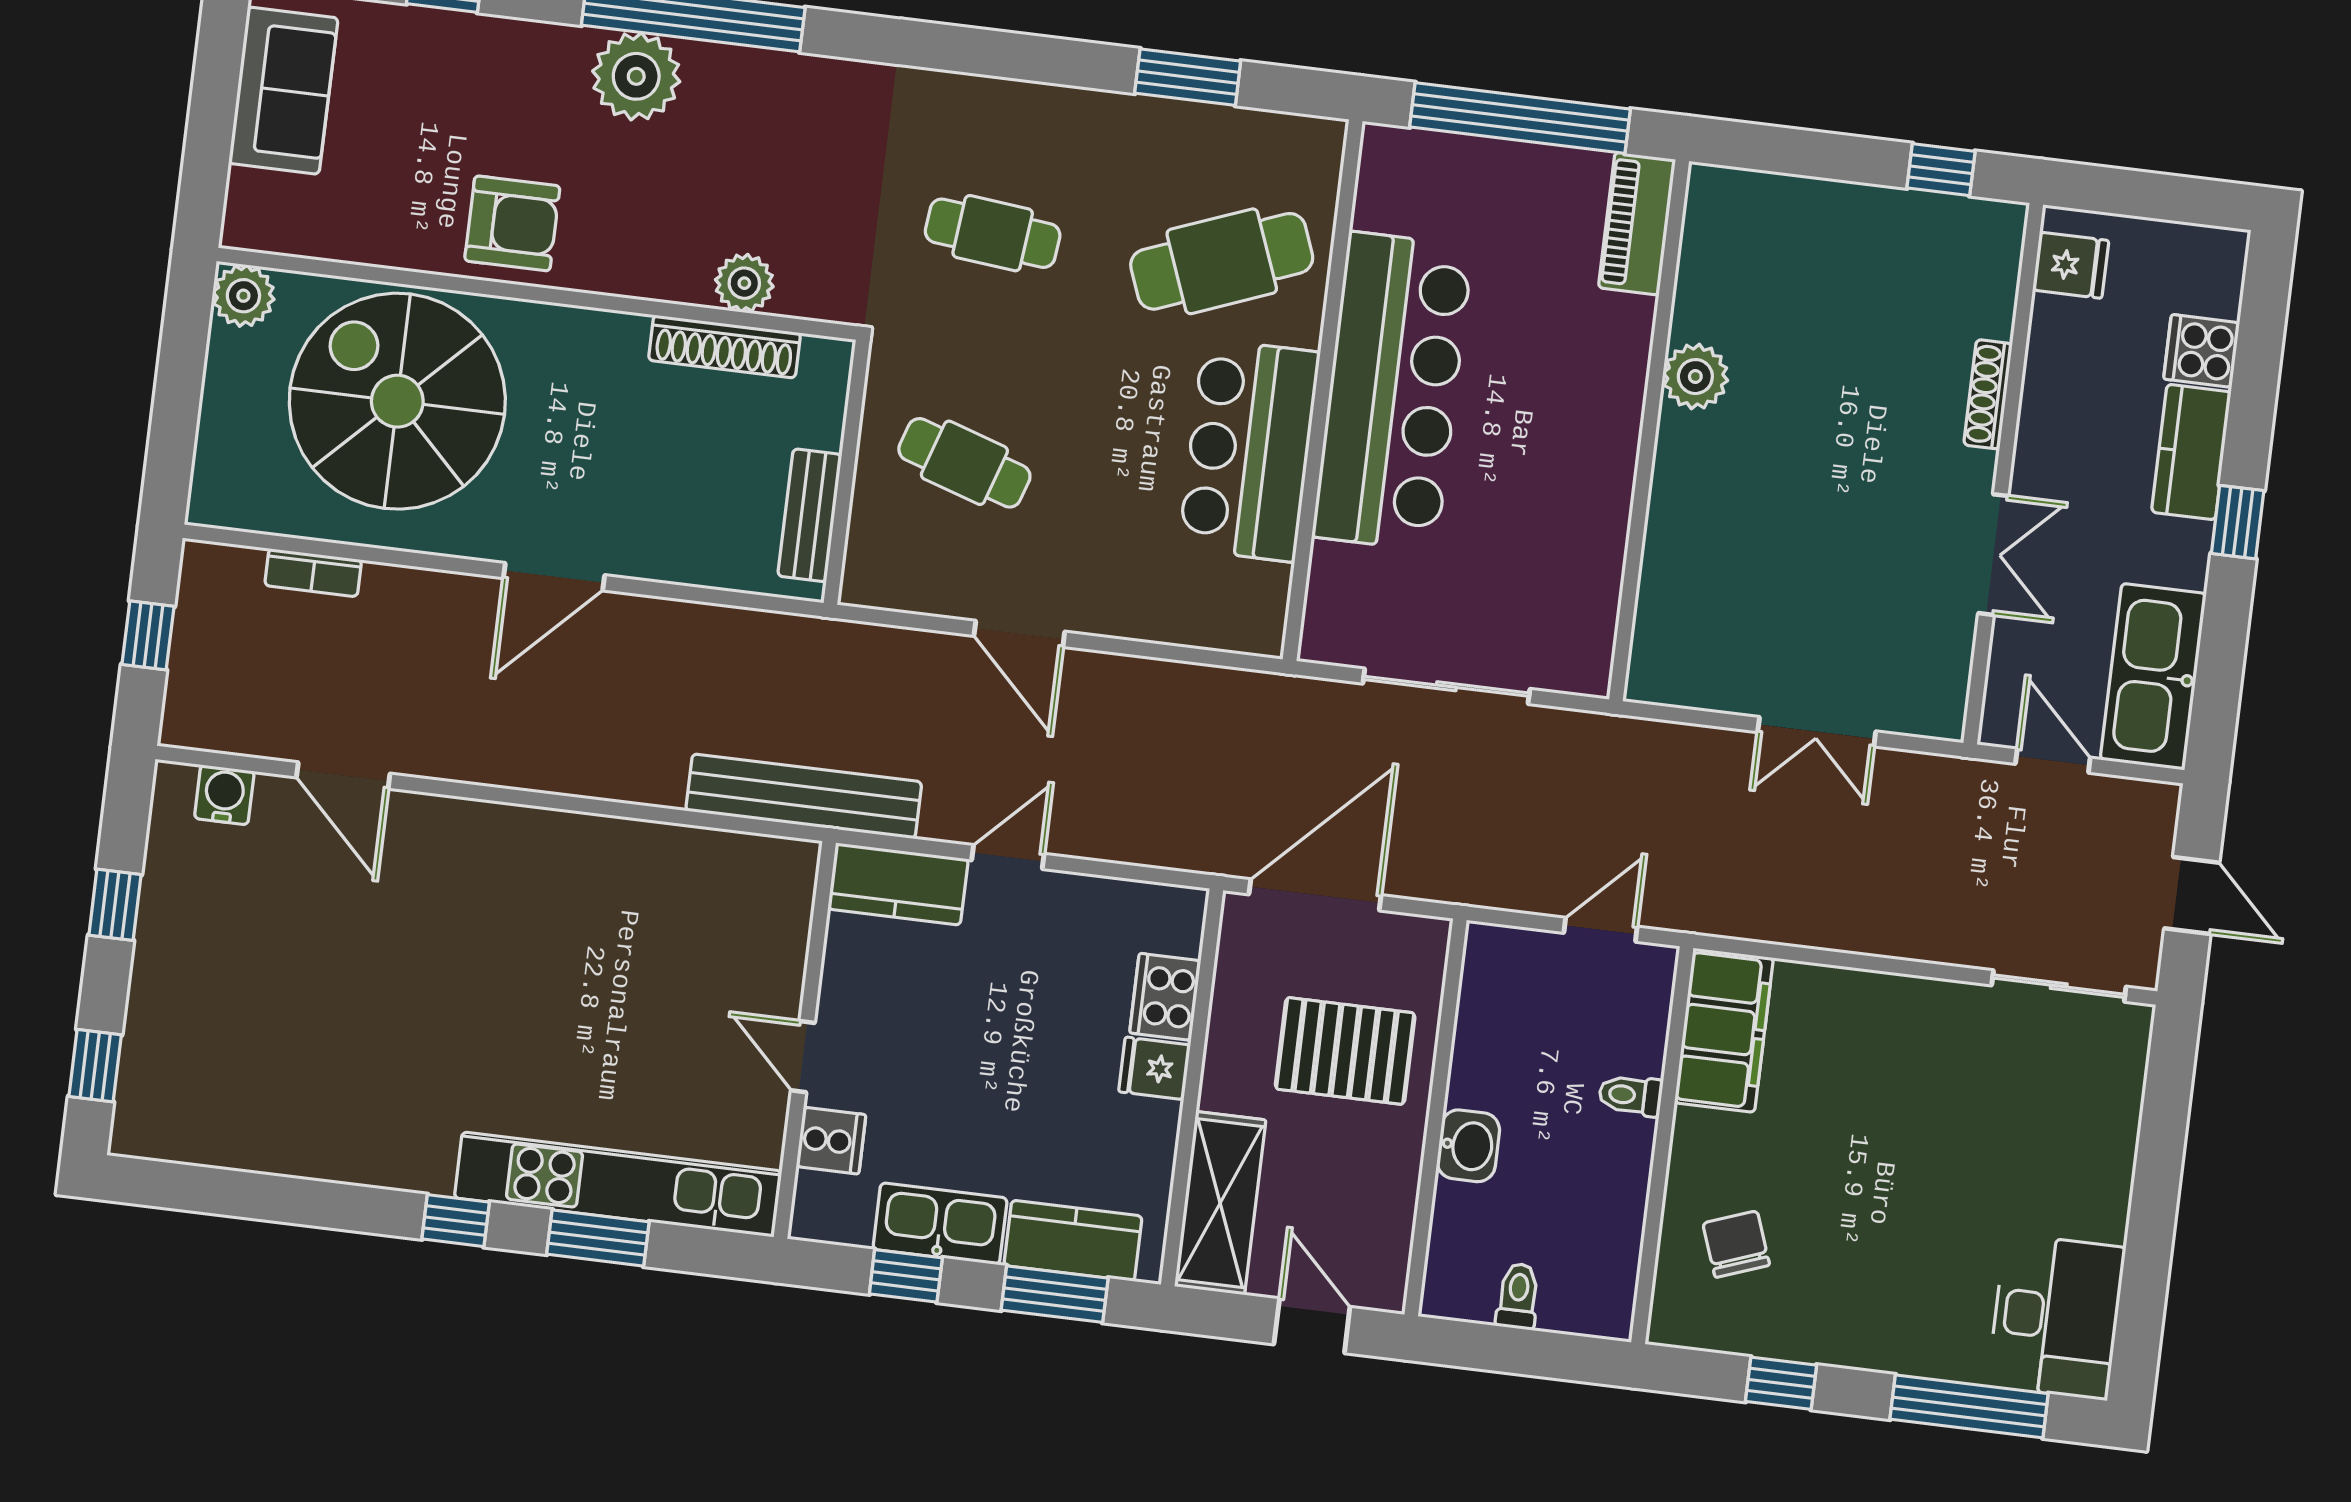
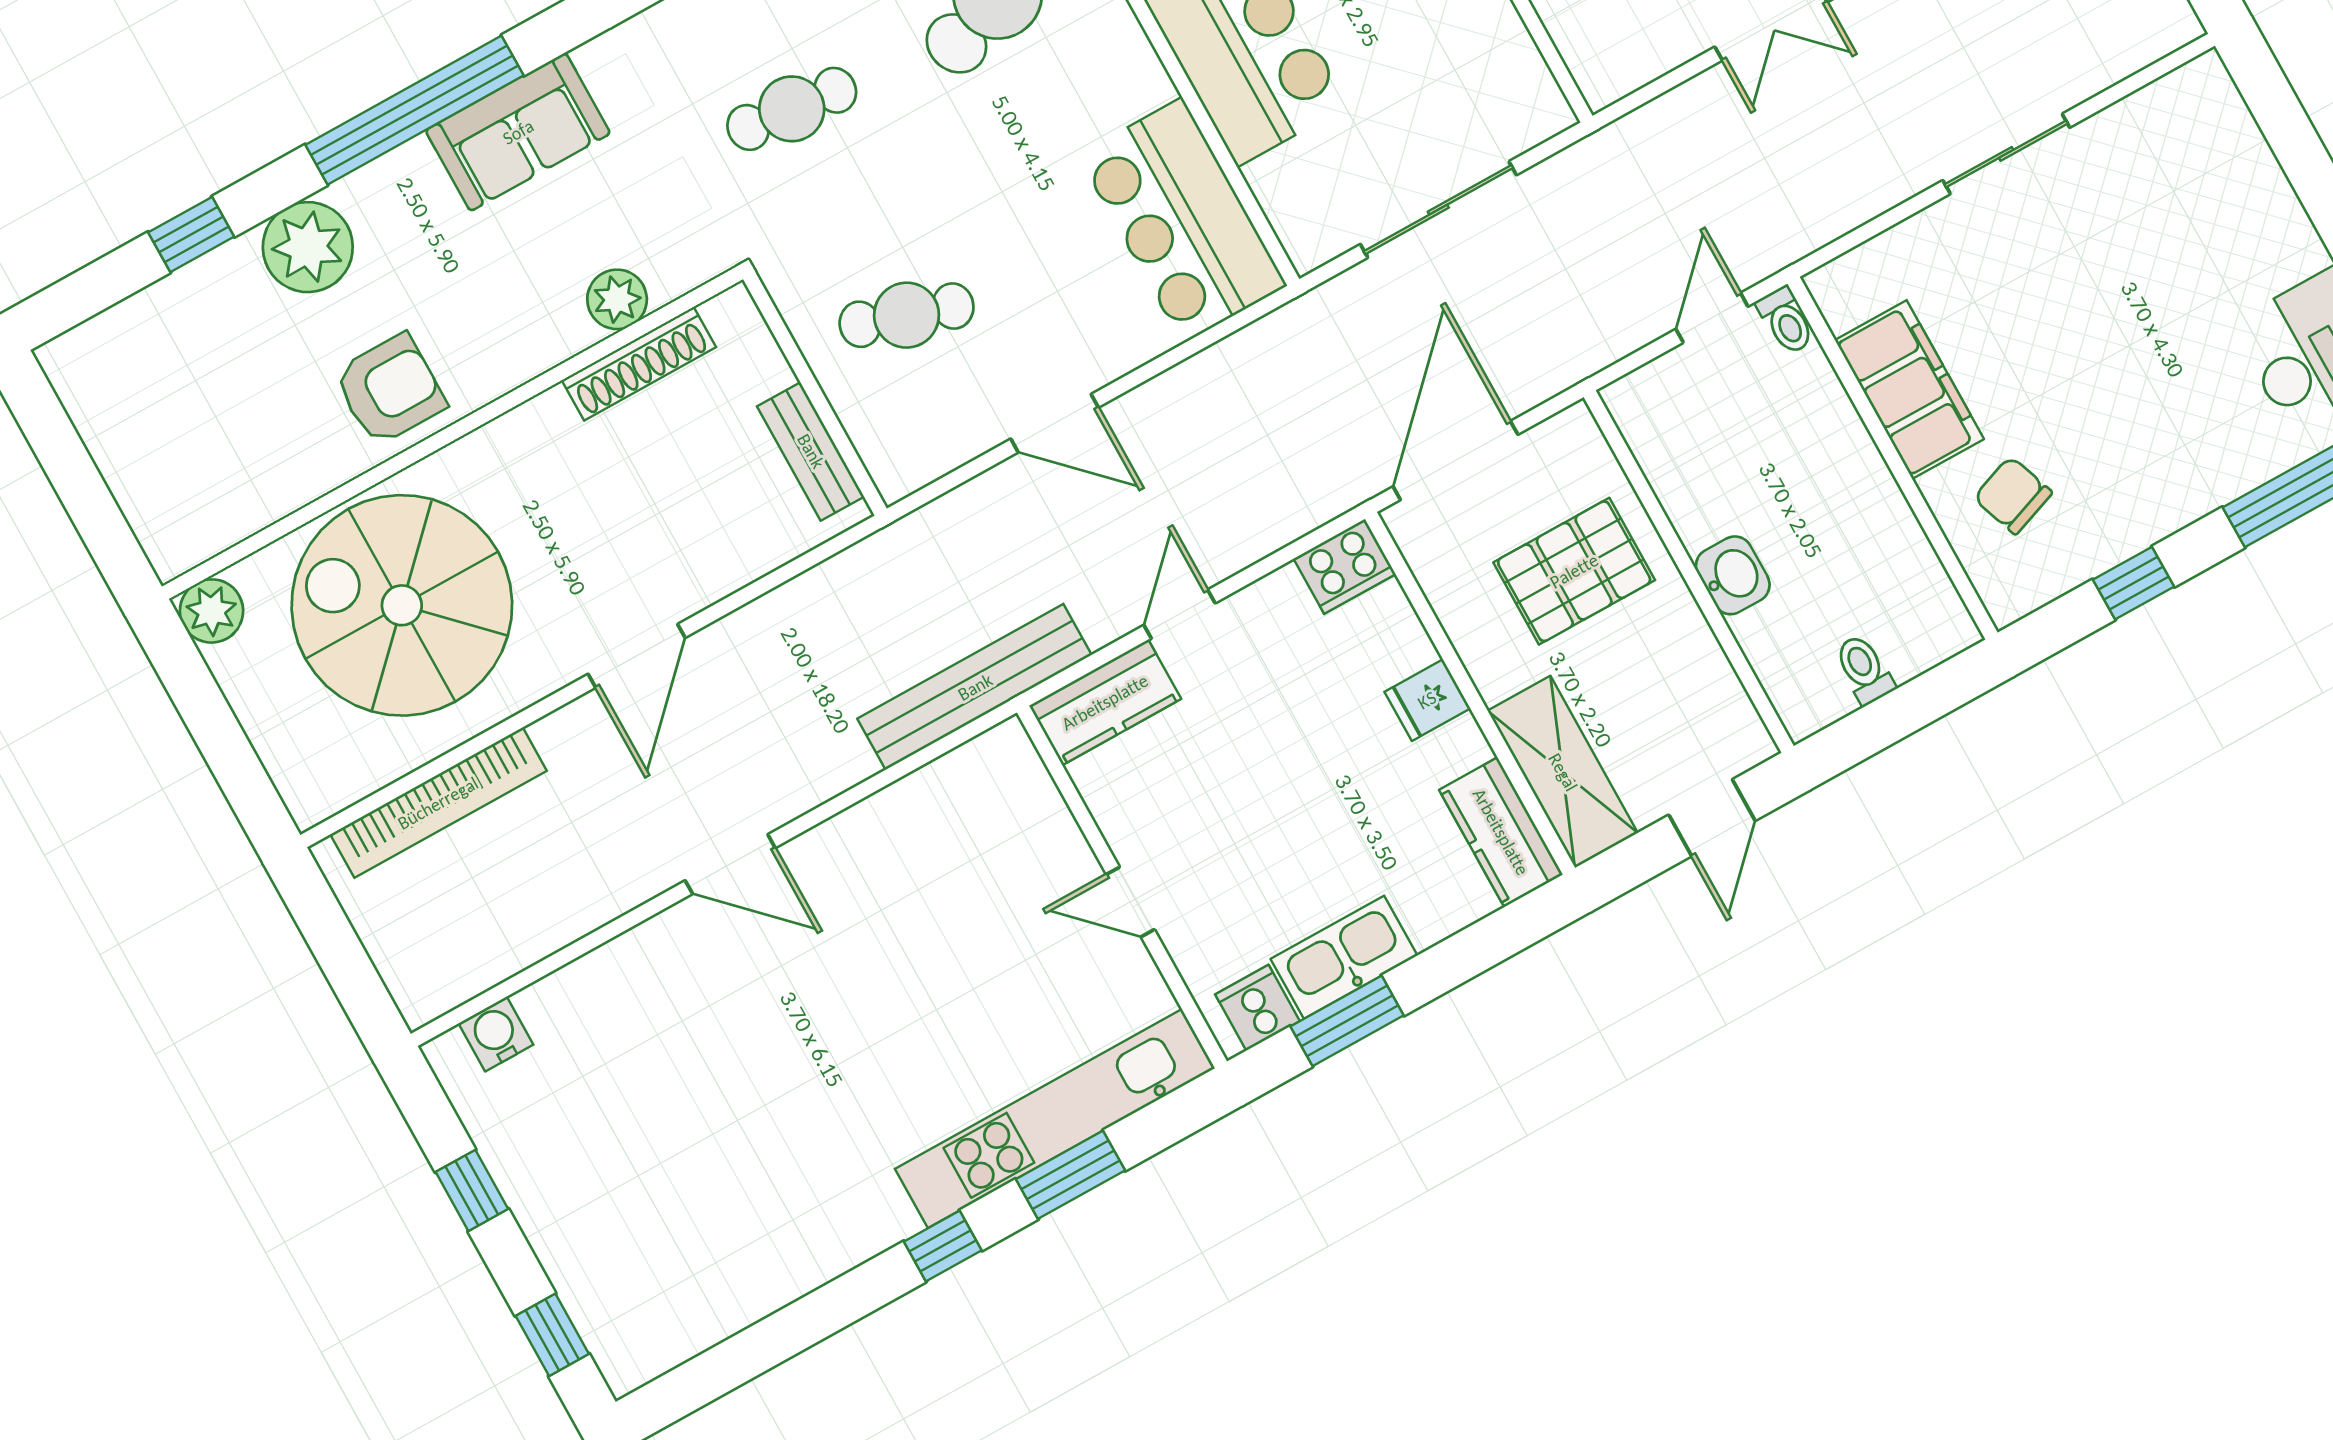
plant: (636, 76) -> (308, 247), moved
sofa: (283, 91) -> (518, 132), moved, turned 90
bar counter: (1249, 450) -> (1182, 220), moved
bookcase: (313, 573) -> (438, 803), width x2.31, depth x1.31
window: (148, 635) -> (337, 948), removed
door: (343, 775) -> (730, 864), moved
sliding door: (2059, 986) -> (2006, 154), moved
cooker: (1165, 997) -> (1345, 566), moved, turned -90
filing cabinet: (1724, 1030) -> (1909, 390), moved
toilet: (1631, 1095) -> (1786, 321), moved, turned -90
cooker: (831, 1141) -> (1257, 1008), moved, turned -90
kitchen counter: (1073, 1241) -> (1501, 832), moved, turned -90
window: (906, 1276) -> (1347, 1021), width x1.50
window: (1055, 1294) -> (1481, 946), removed
door: (1312, 1326) -> (1712, 818), swing flipped

